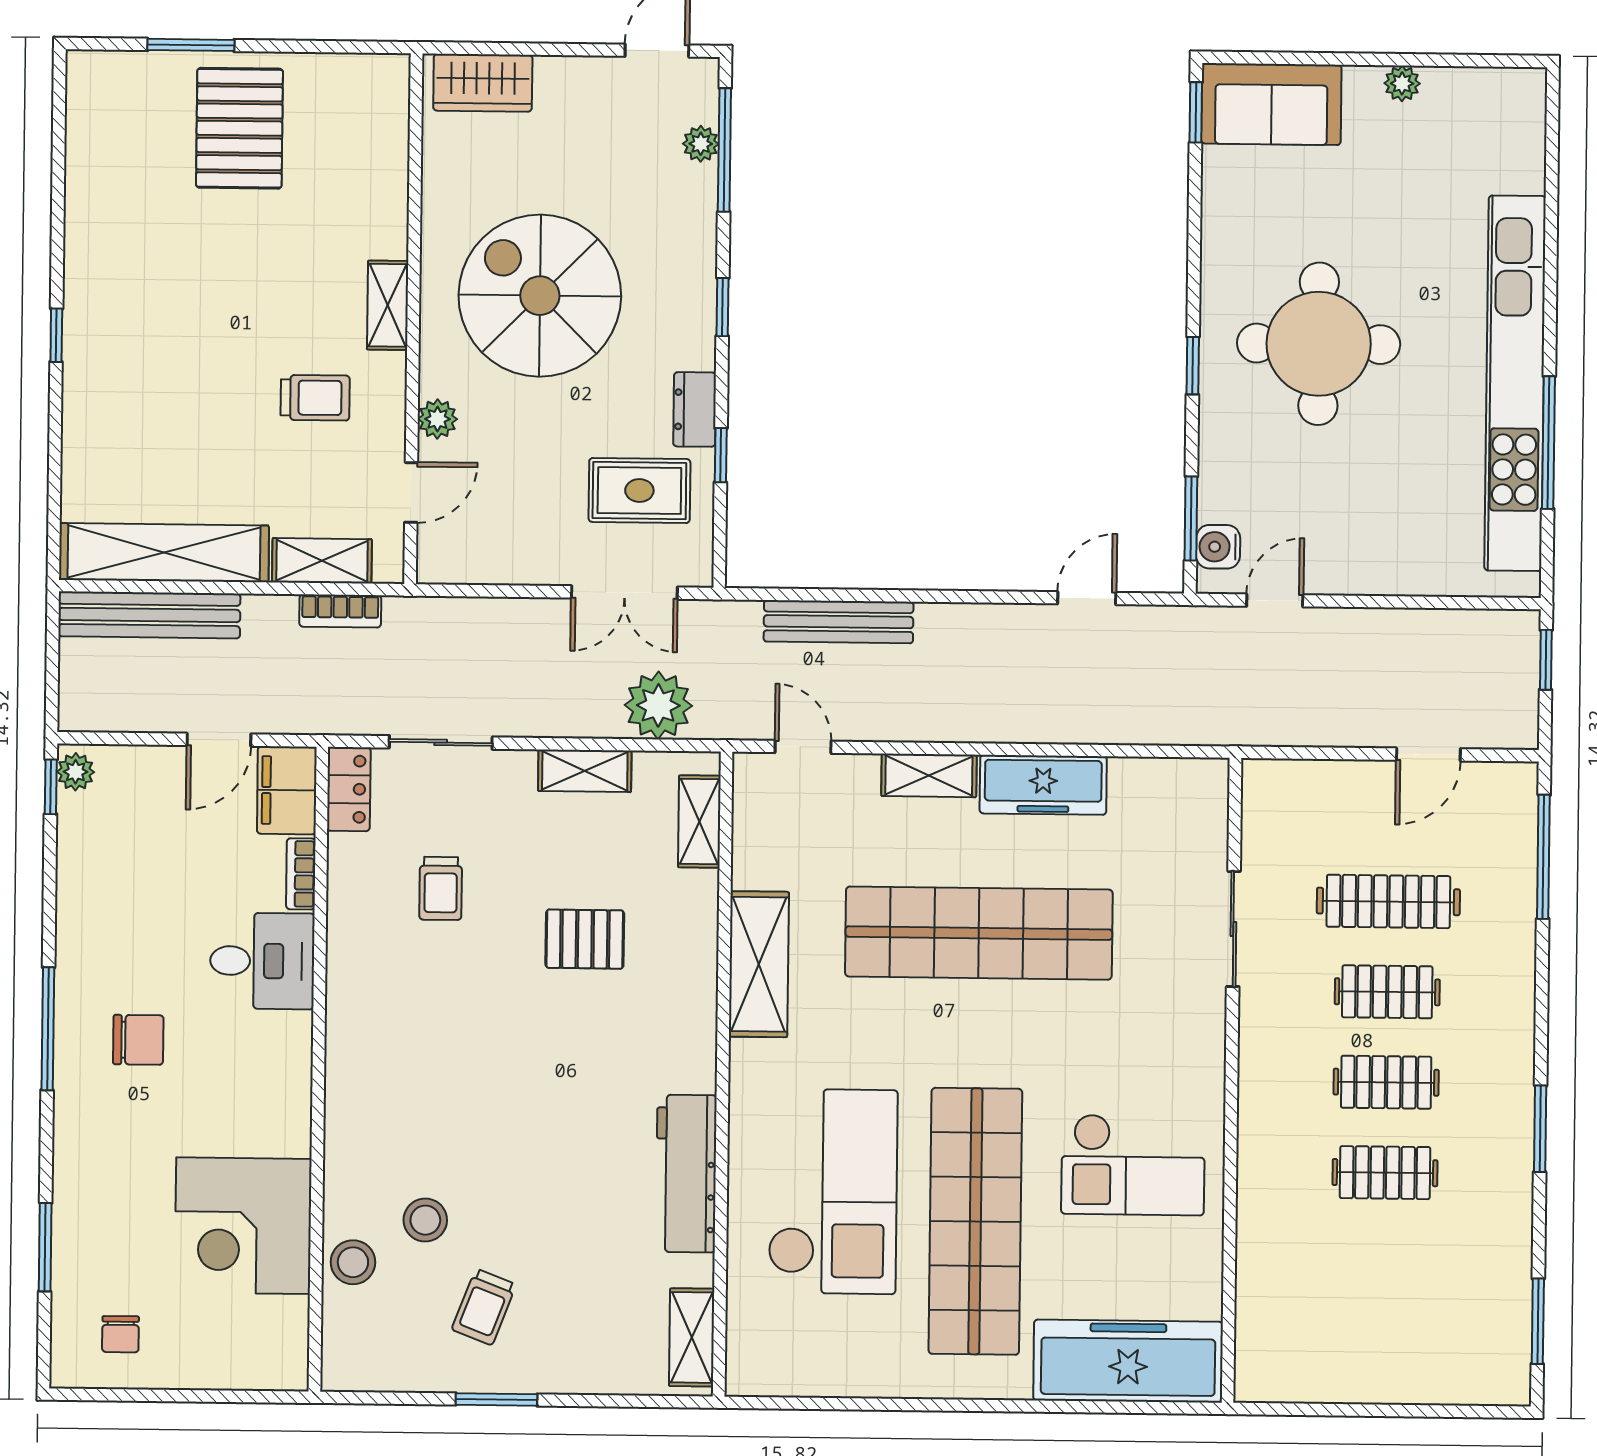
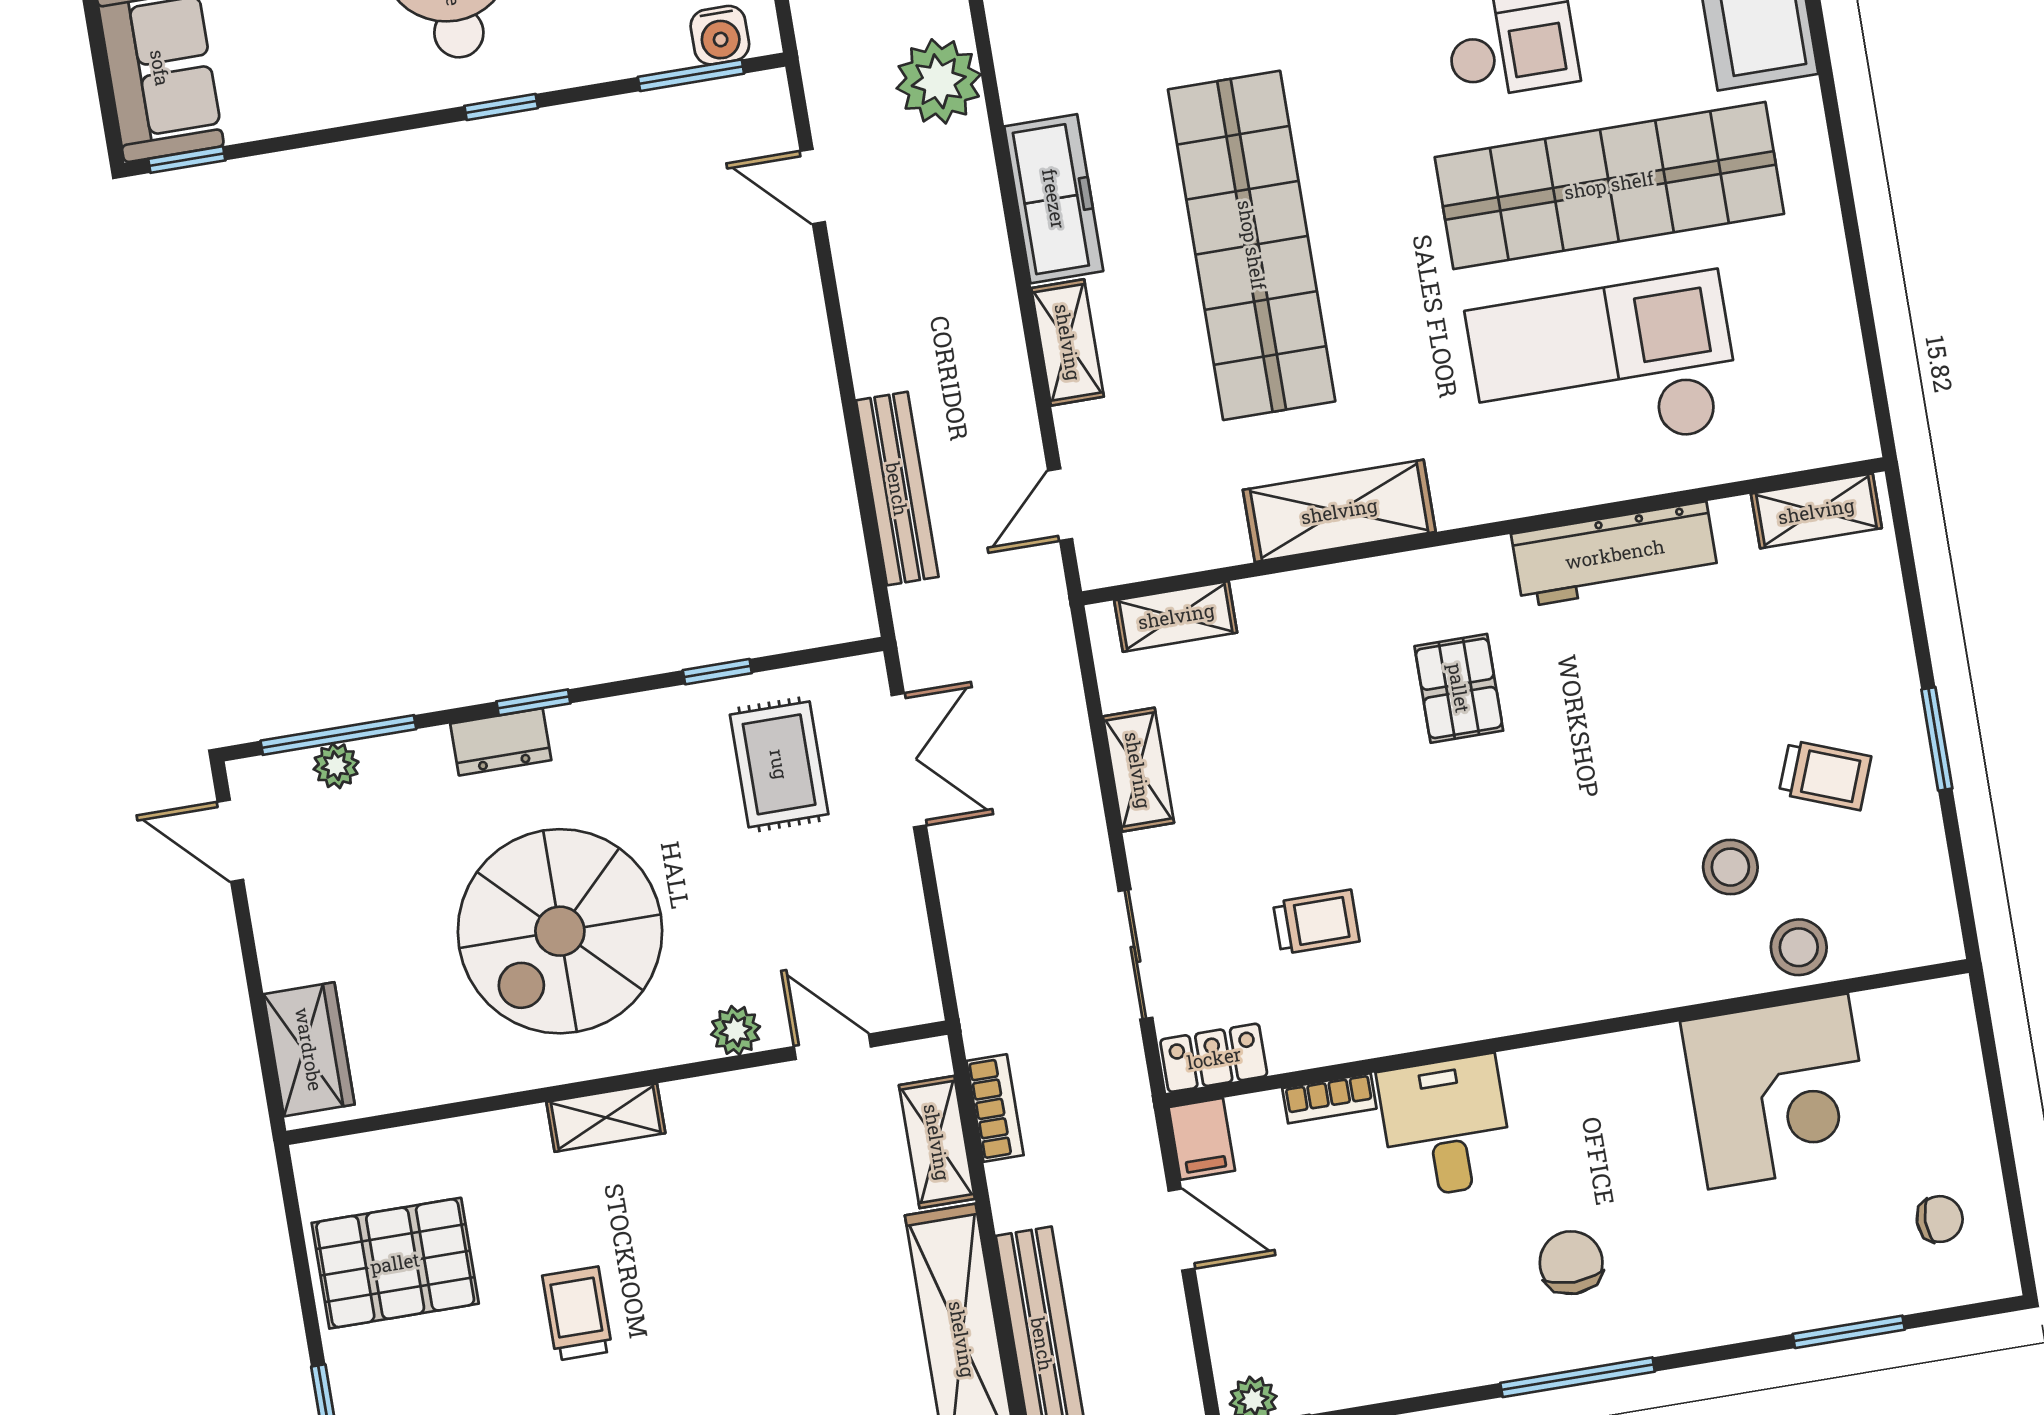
pallet: (239, 128) -> (395, 1263), moved
trolley: (315, 398) -> (577, 1314), moved
dresser: (695, 409) -> (501, 742), moved
plant: (658, 705) -> (939, 81), moved
filing cabinet: (287, 790) -> (1202, 1139), width x0.50
pallet: (585, 939) -> (1459, 688), moved

